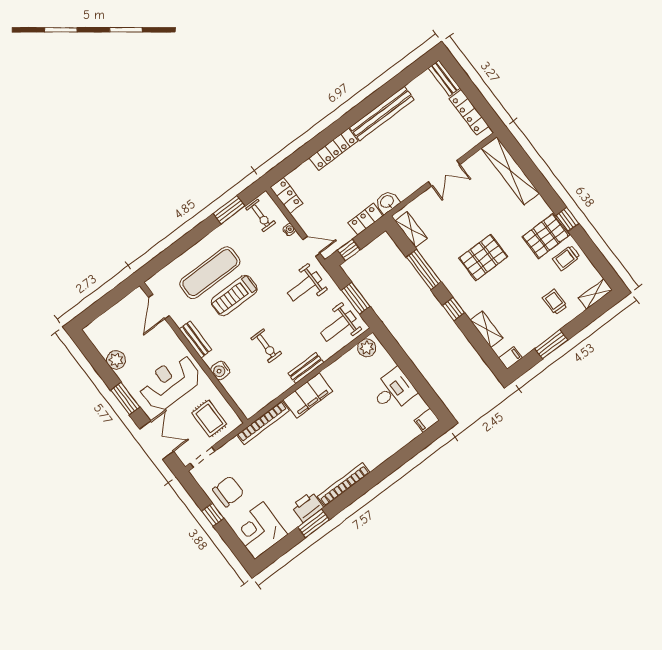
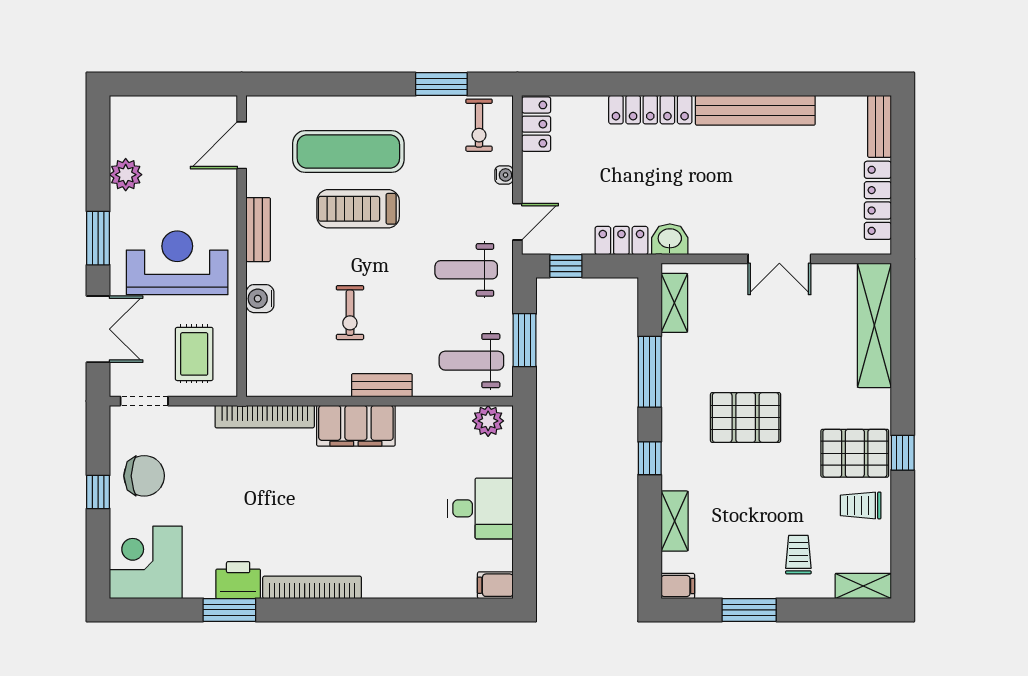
door: (311, 246) -> (517, 222), hinge flipped

